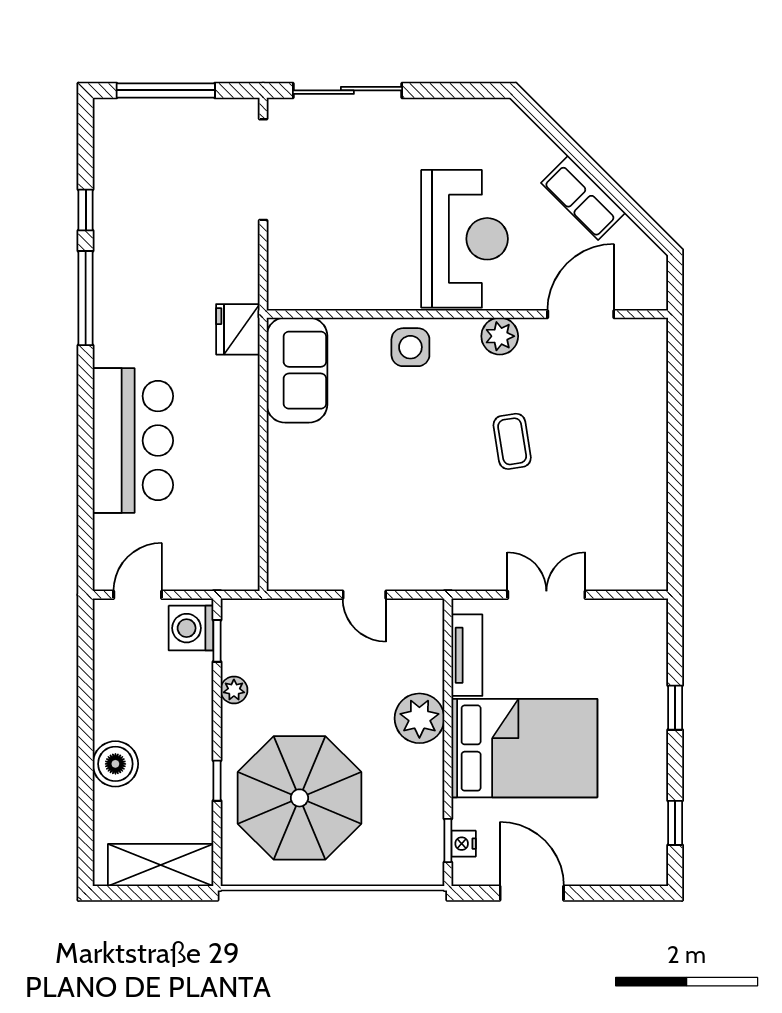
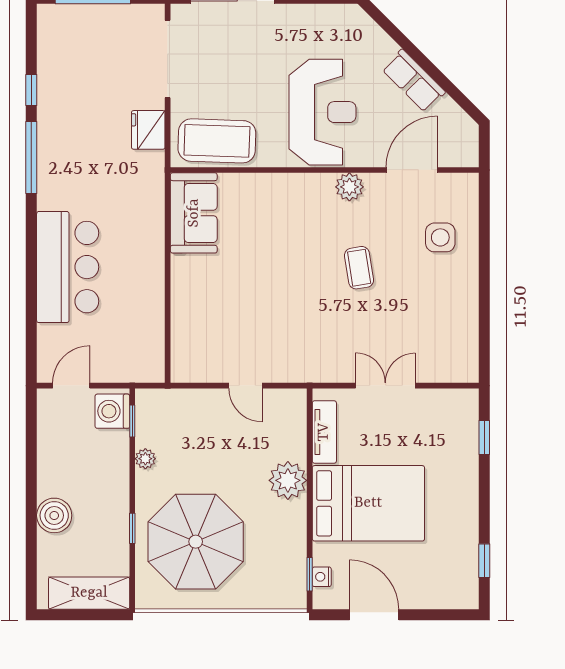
coffee table: (327, 276) -> (217, 141), added
fridge: (238, 329) -> (148, 130), moved
side table: (410, 347) -> (440, 237), moved
window: (675, 708) -> (484, 438), moved

